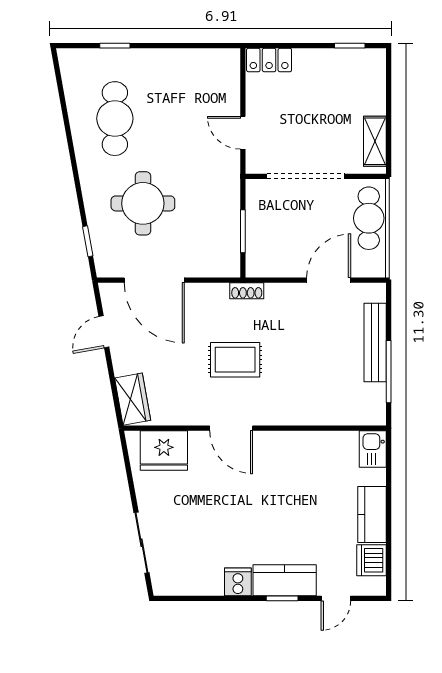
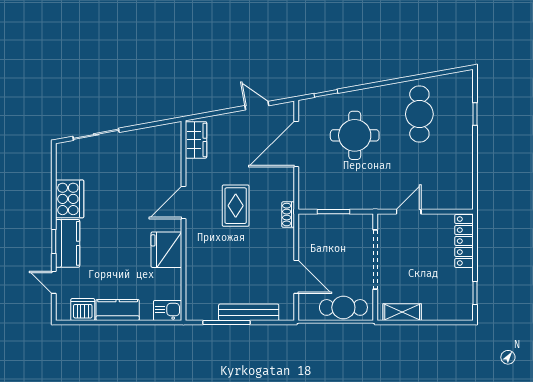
locker: (269, 60) -> (464, 241), width x1.53
cafe table: (115, 119) -> (419, 114), turned 90
wardrobe: (133, 399) -> (196, 140), moved, turned -80
fridge: (164, 451) -> (166, 250), moved
cooker: (238, 582) -> (70, 199), width x1.87, depth x1.31

